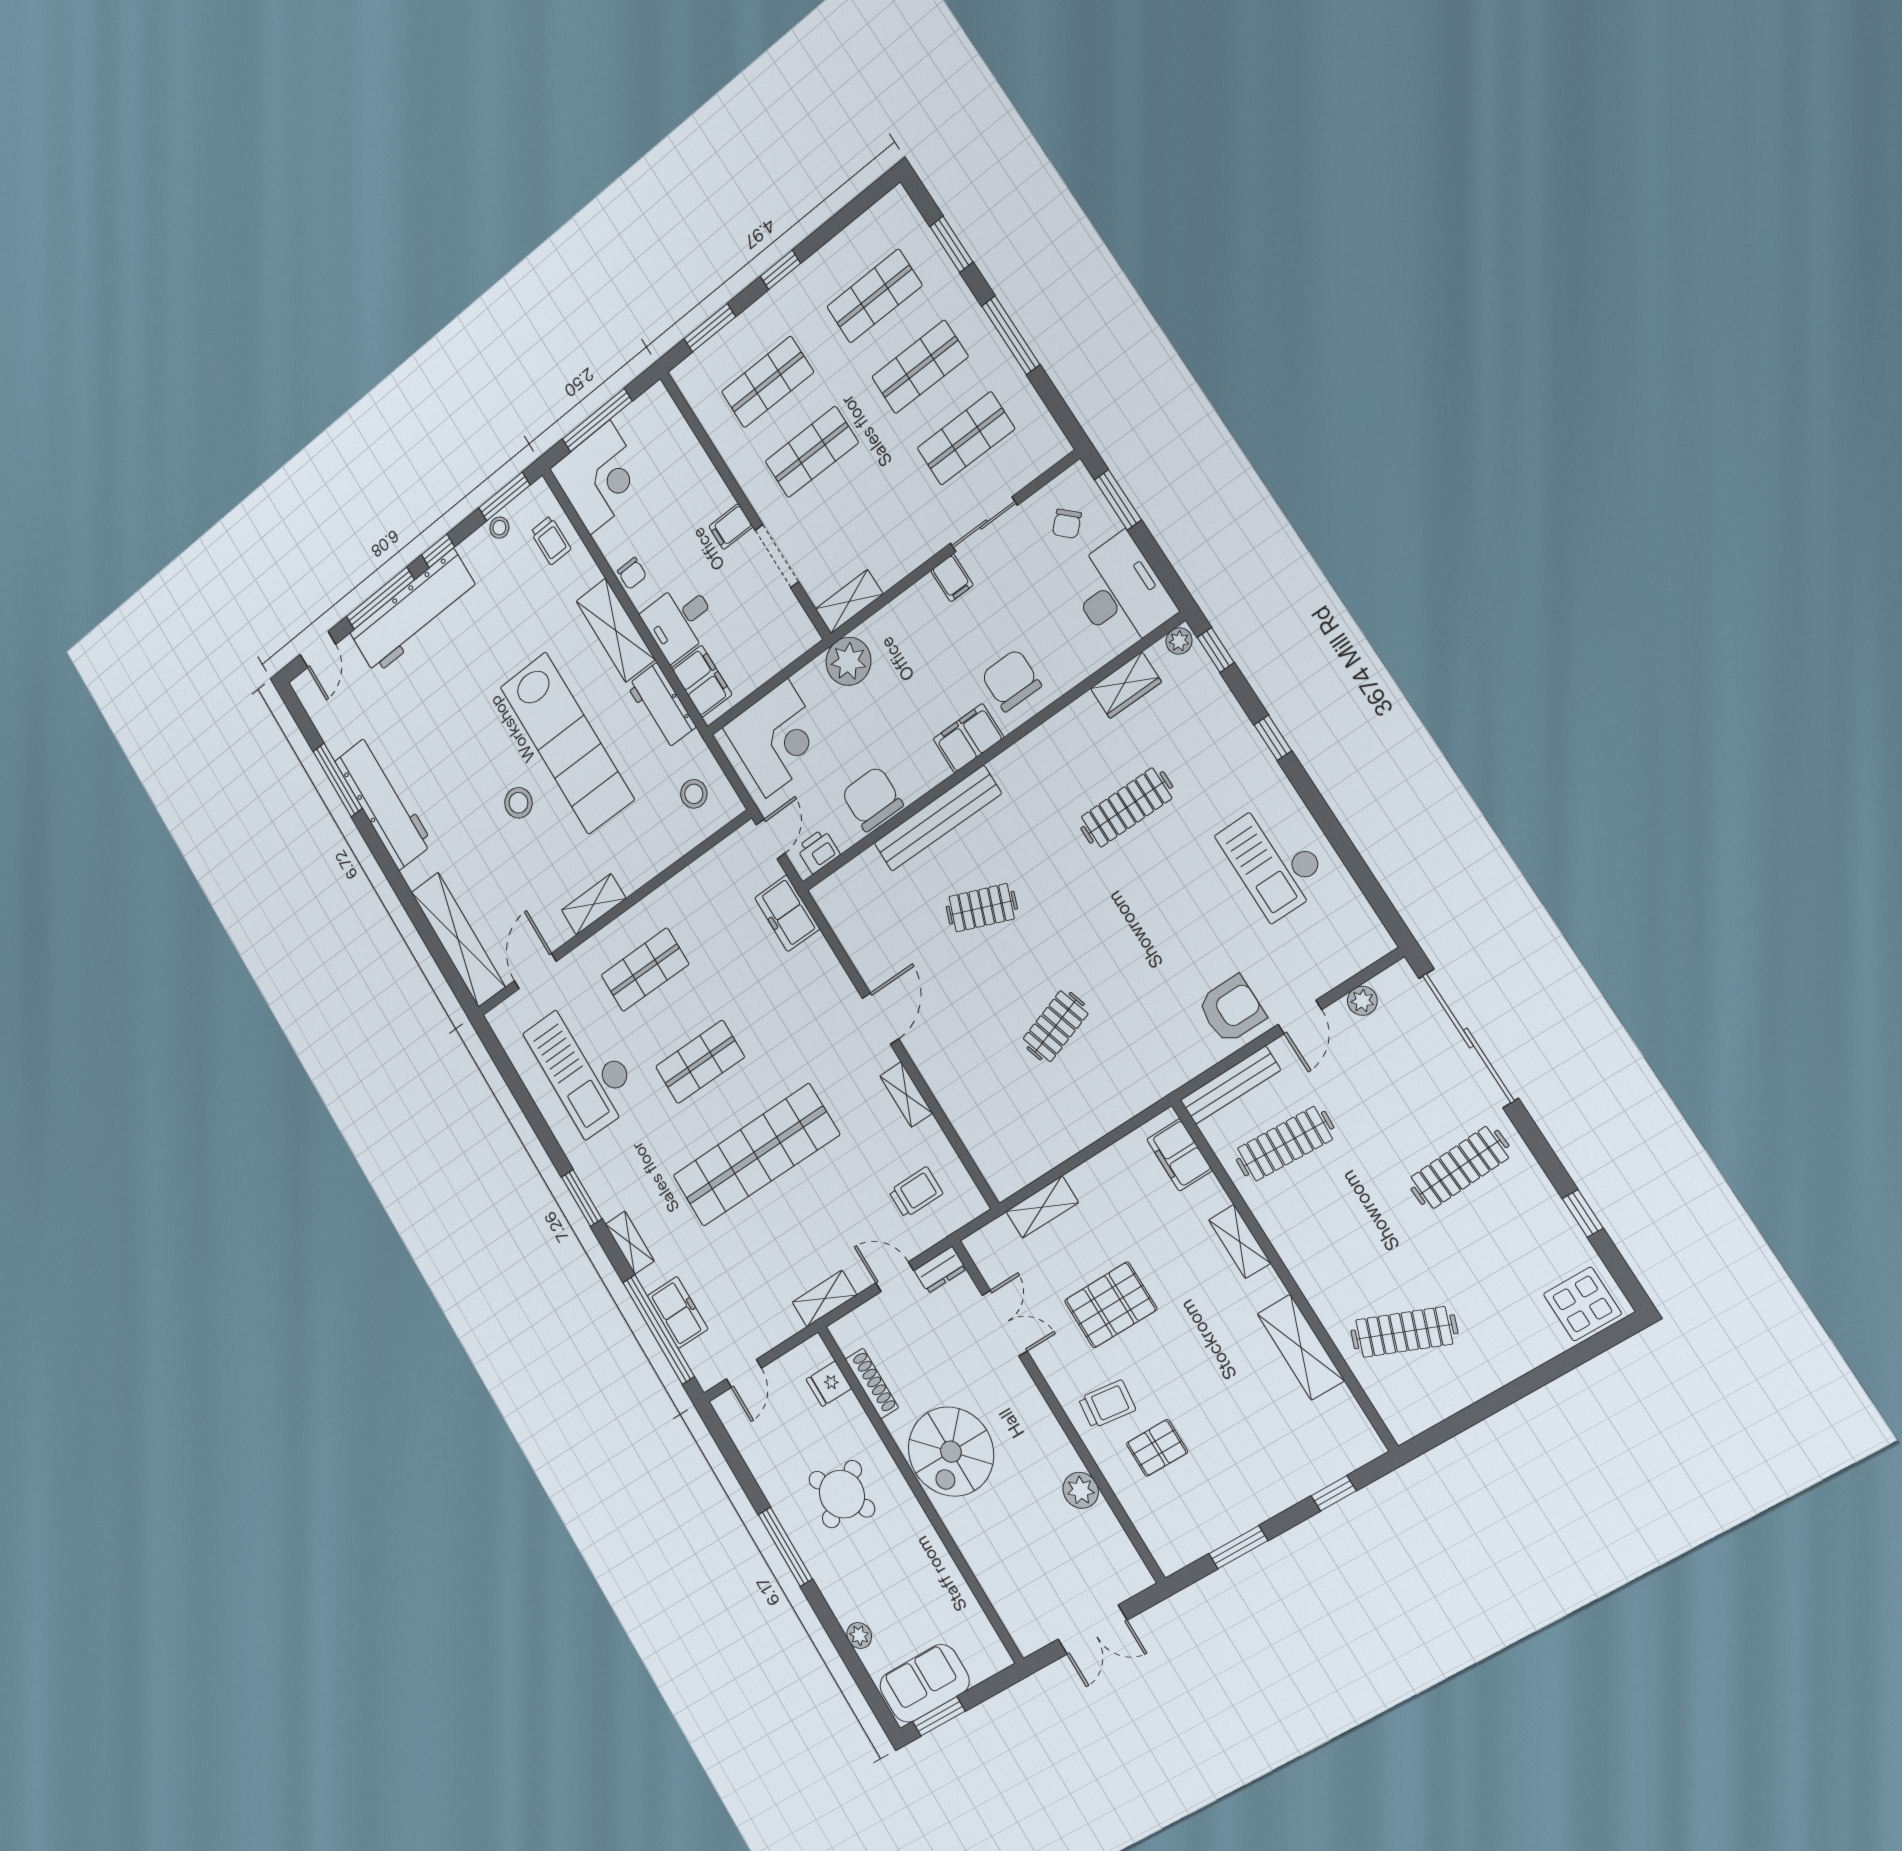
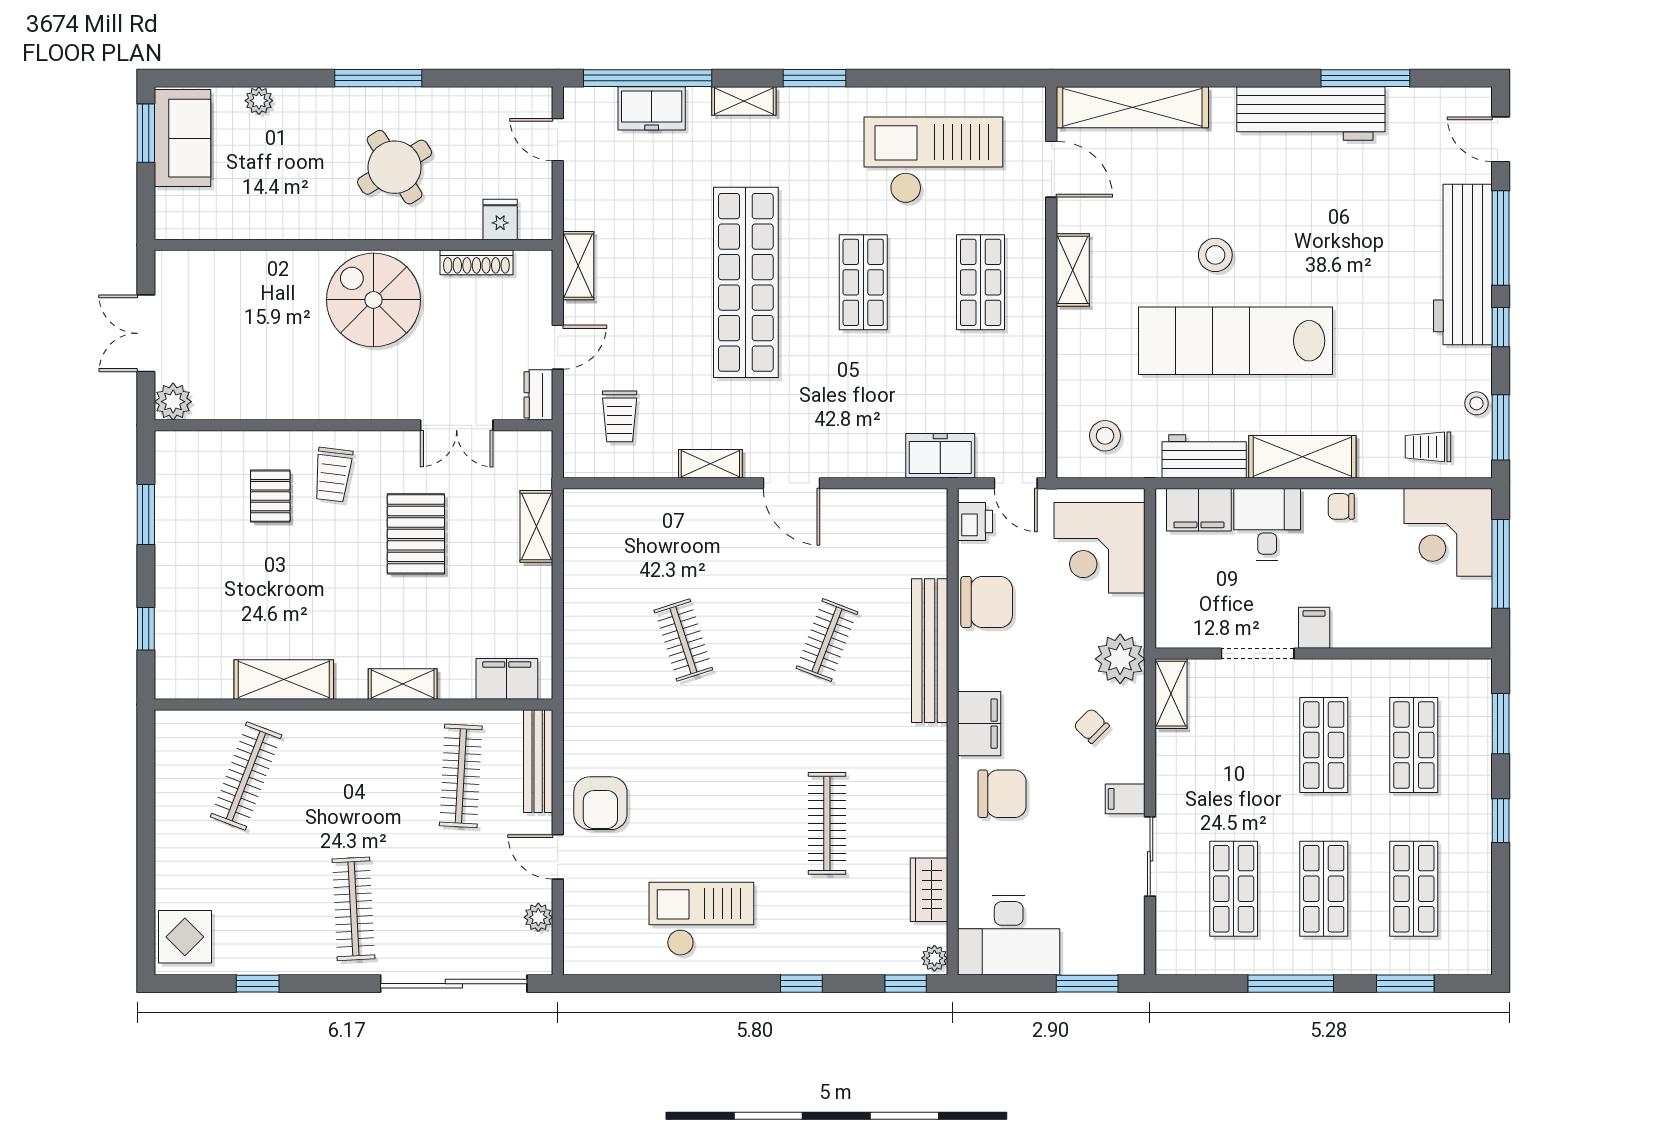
chair: (1067, 524) -> (1091, 726), moved
plant: (1081, 1490) -> (173, 402), moved

